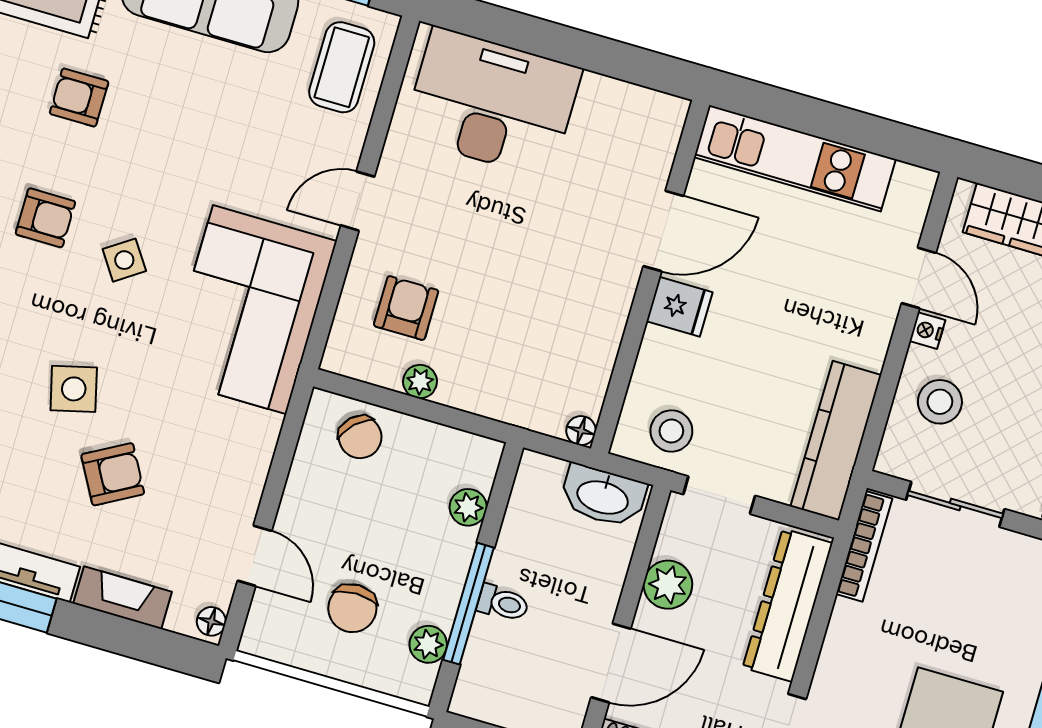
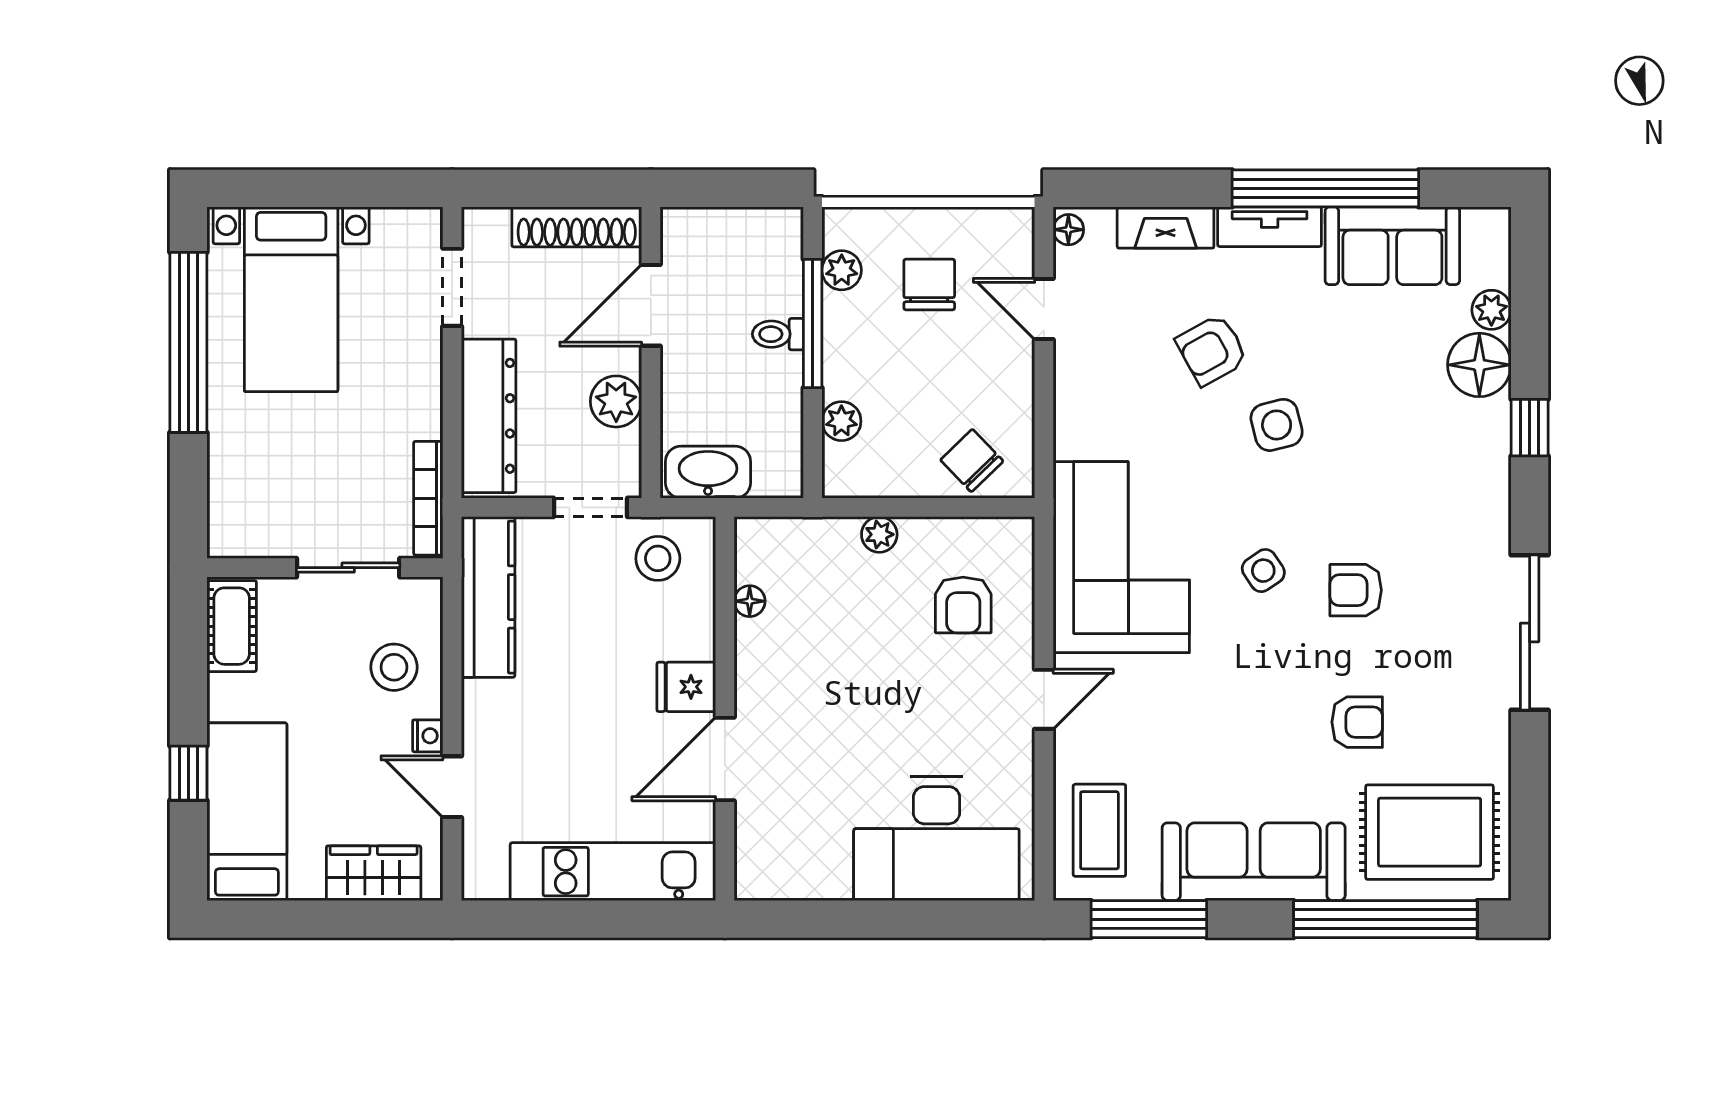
plant: (420, 382) -> (879, 534), moved
floor lamp: (581, 431) -> (750, 601), moved

